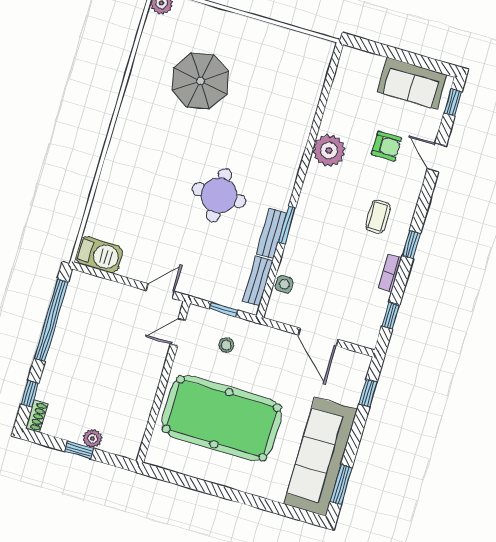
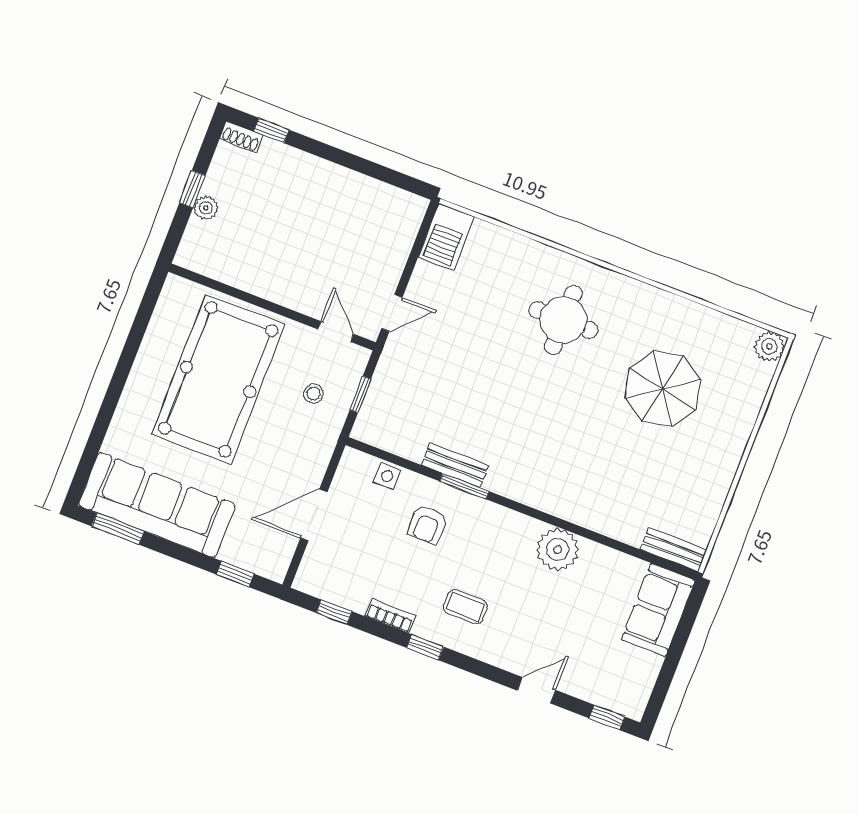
sofa: (412, 83) -> (658, 610), moved
armchair: (386, 146) -> (427, 524), moved
round table: (219, 195) -> (563, 320), moved
bench: (258, 281) -> (673, 550), moved
door: (160, 291) -> (392, 313), hinge flipped
window: (51, 320) -> (366, 167), removed

